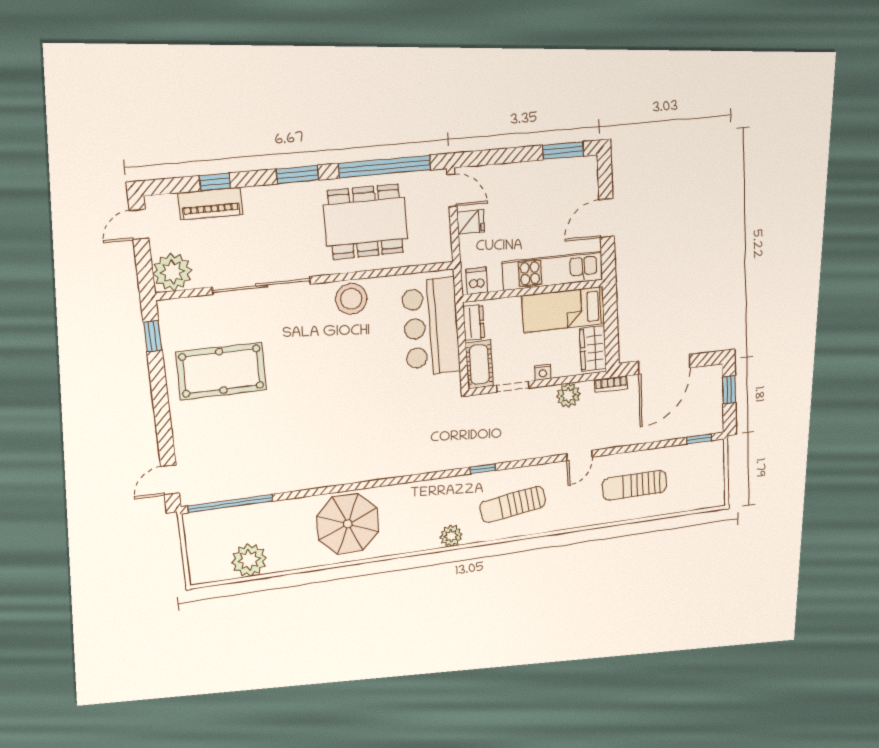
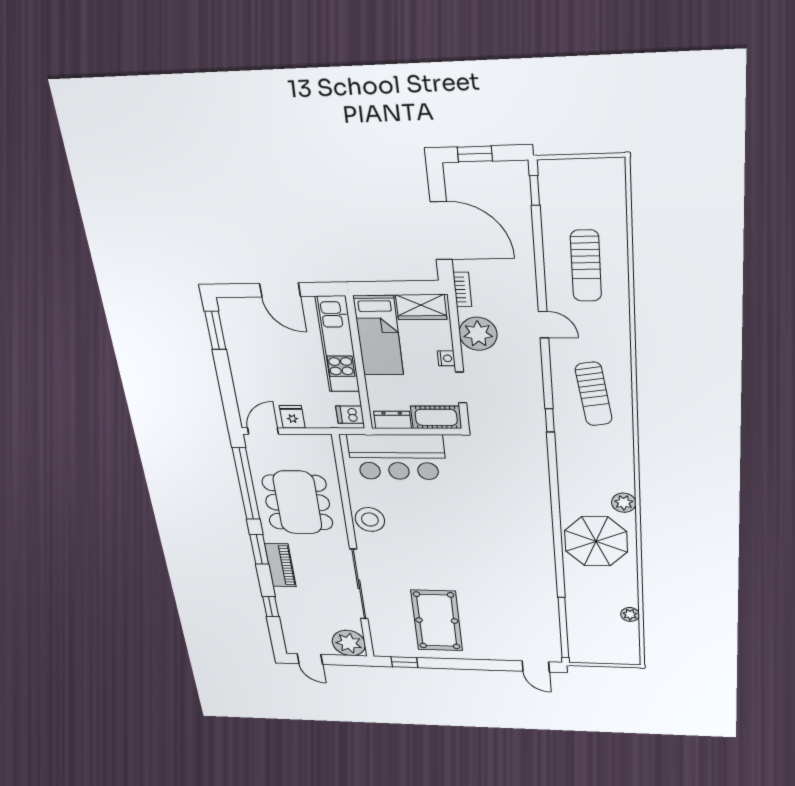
piano: (211, 204) -> (280, 565), moved
plant: (568, 395) -> (478, 334), width x1.36, depth x1.36
plant: (451, 536) -> (624, 503), moved
plant: (249, 560) -> (630, 614), width x0.53, depth x0.53

